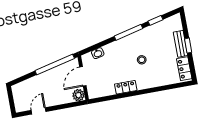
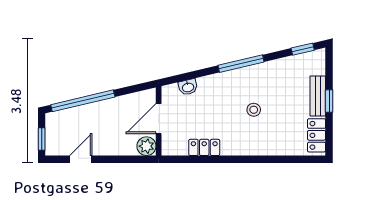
window: (155, 20) -> (303, 49), moved
window: (55, 65) -> (83, 101), moved
locker: (126, 87) -> (204, 147), moved
window: (12, 103) -> (42, 139), added

